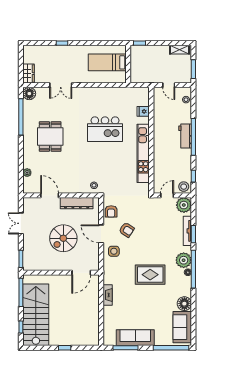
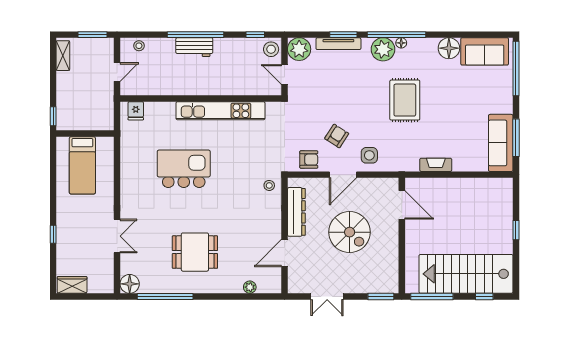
wardrobe: (29, 74) -> (72, 285), moved
fridge: (143, 111) -> (136, 111), moved
kitchen island: (105, 129) -> (184, 169), turned -90
sofa: (135, 338) -> (501, 143), moved

